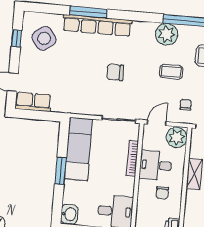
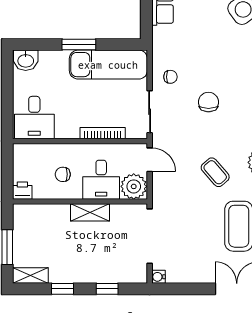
coffee table: (171, 72) -> (215, 172), turned -41
chair: (186, 105) -> (170, 77), moved
desk: (156, 165) -> (101, 180), moved, turned 180

